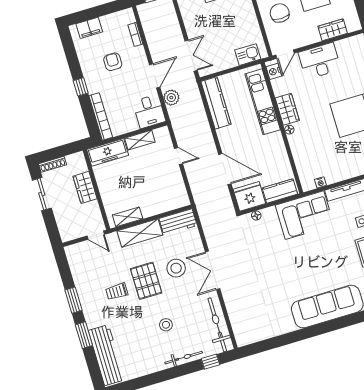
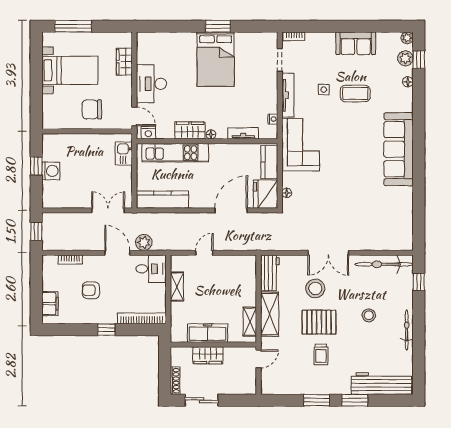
freezer: (108, 152) -> (208, 333), moved, turned -90
tv unit: (299, 159) -> (243, 133), added
bicycle: (184, 358) -> (407, 330), moved

